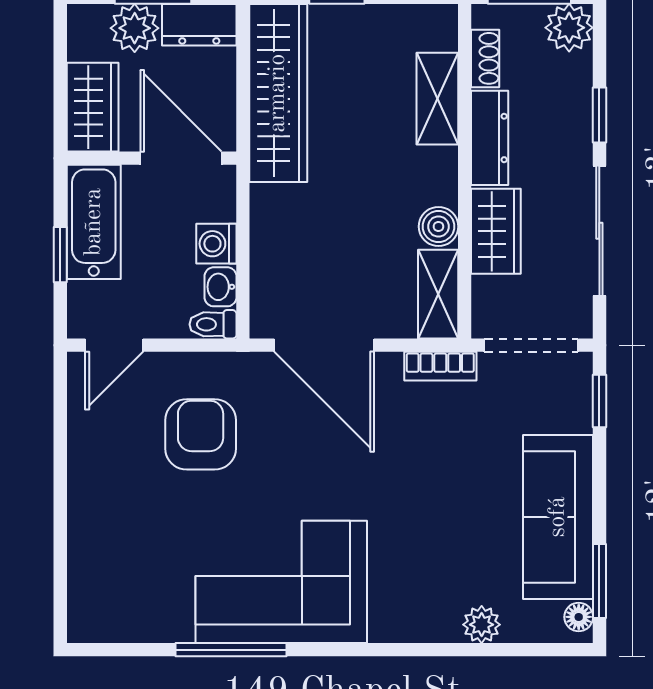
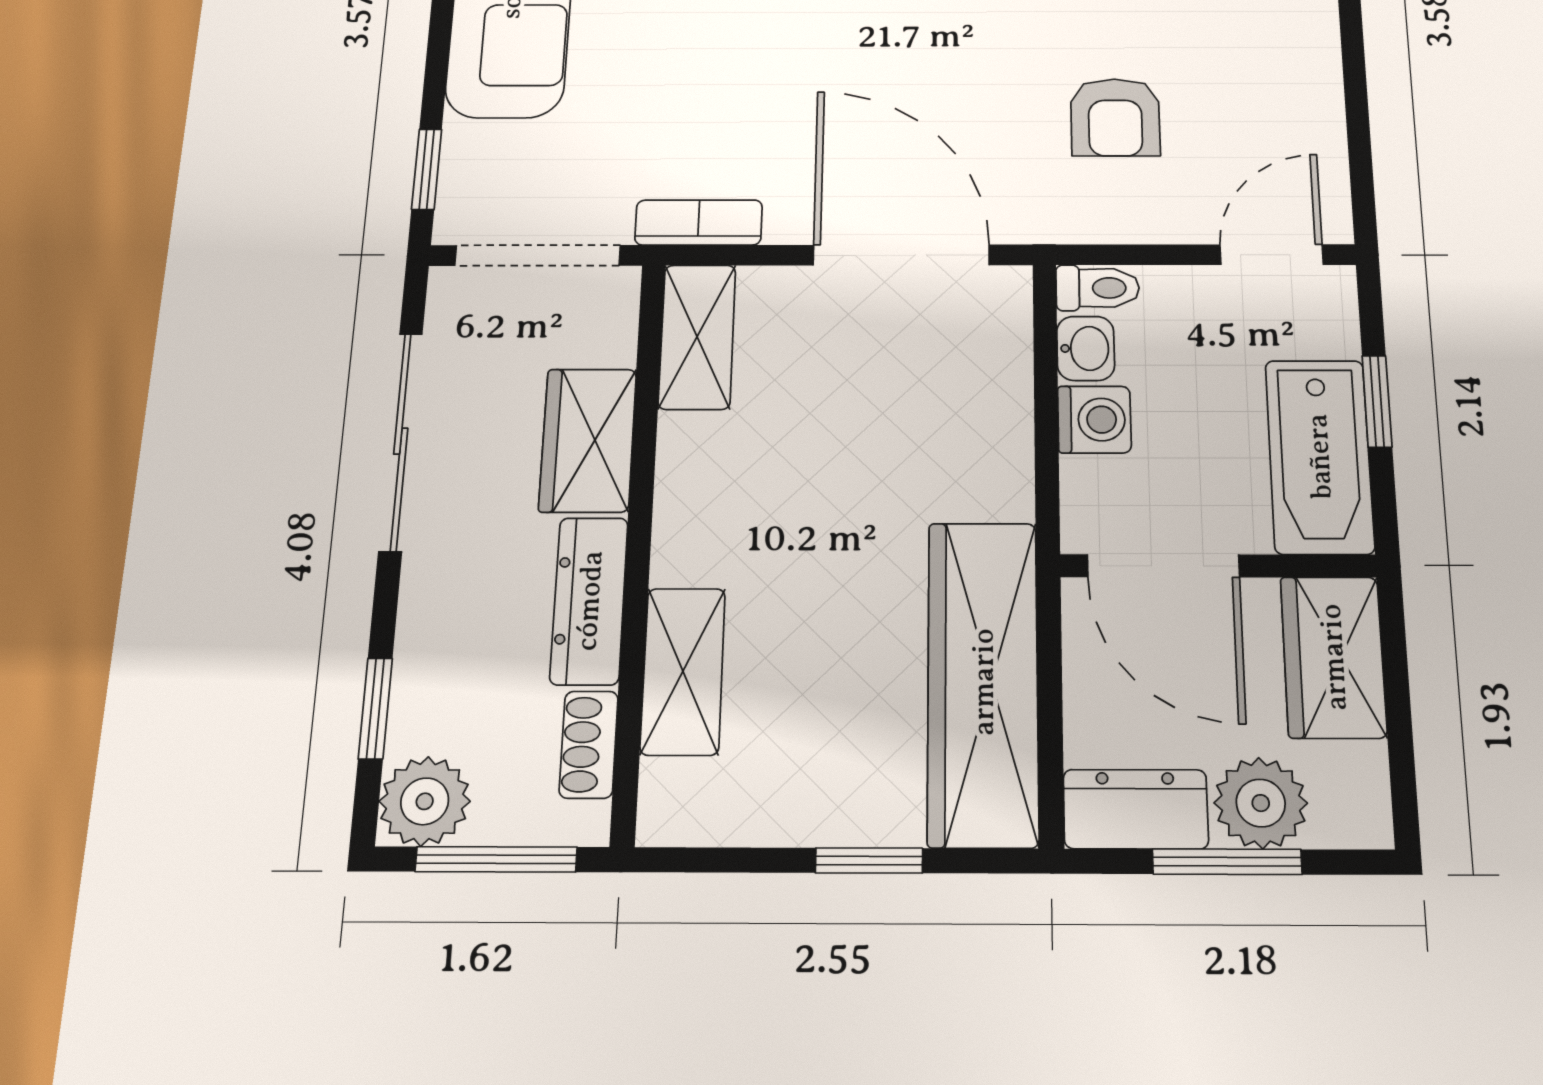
window: (599, 115) -> (375, 708), moved
boiler: (438, 227) -> (691, 448), removed
armchair: (201, 434) -> (1115, 117), width x0.72, depth x0.72

